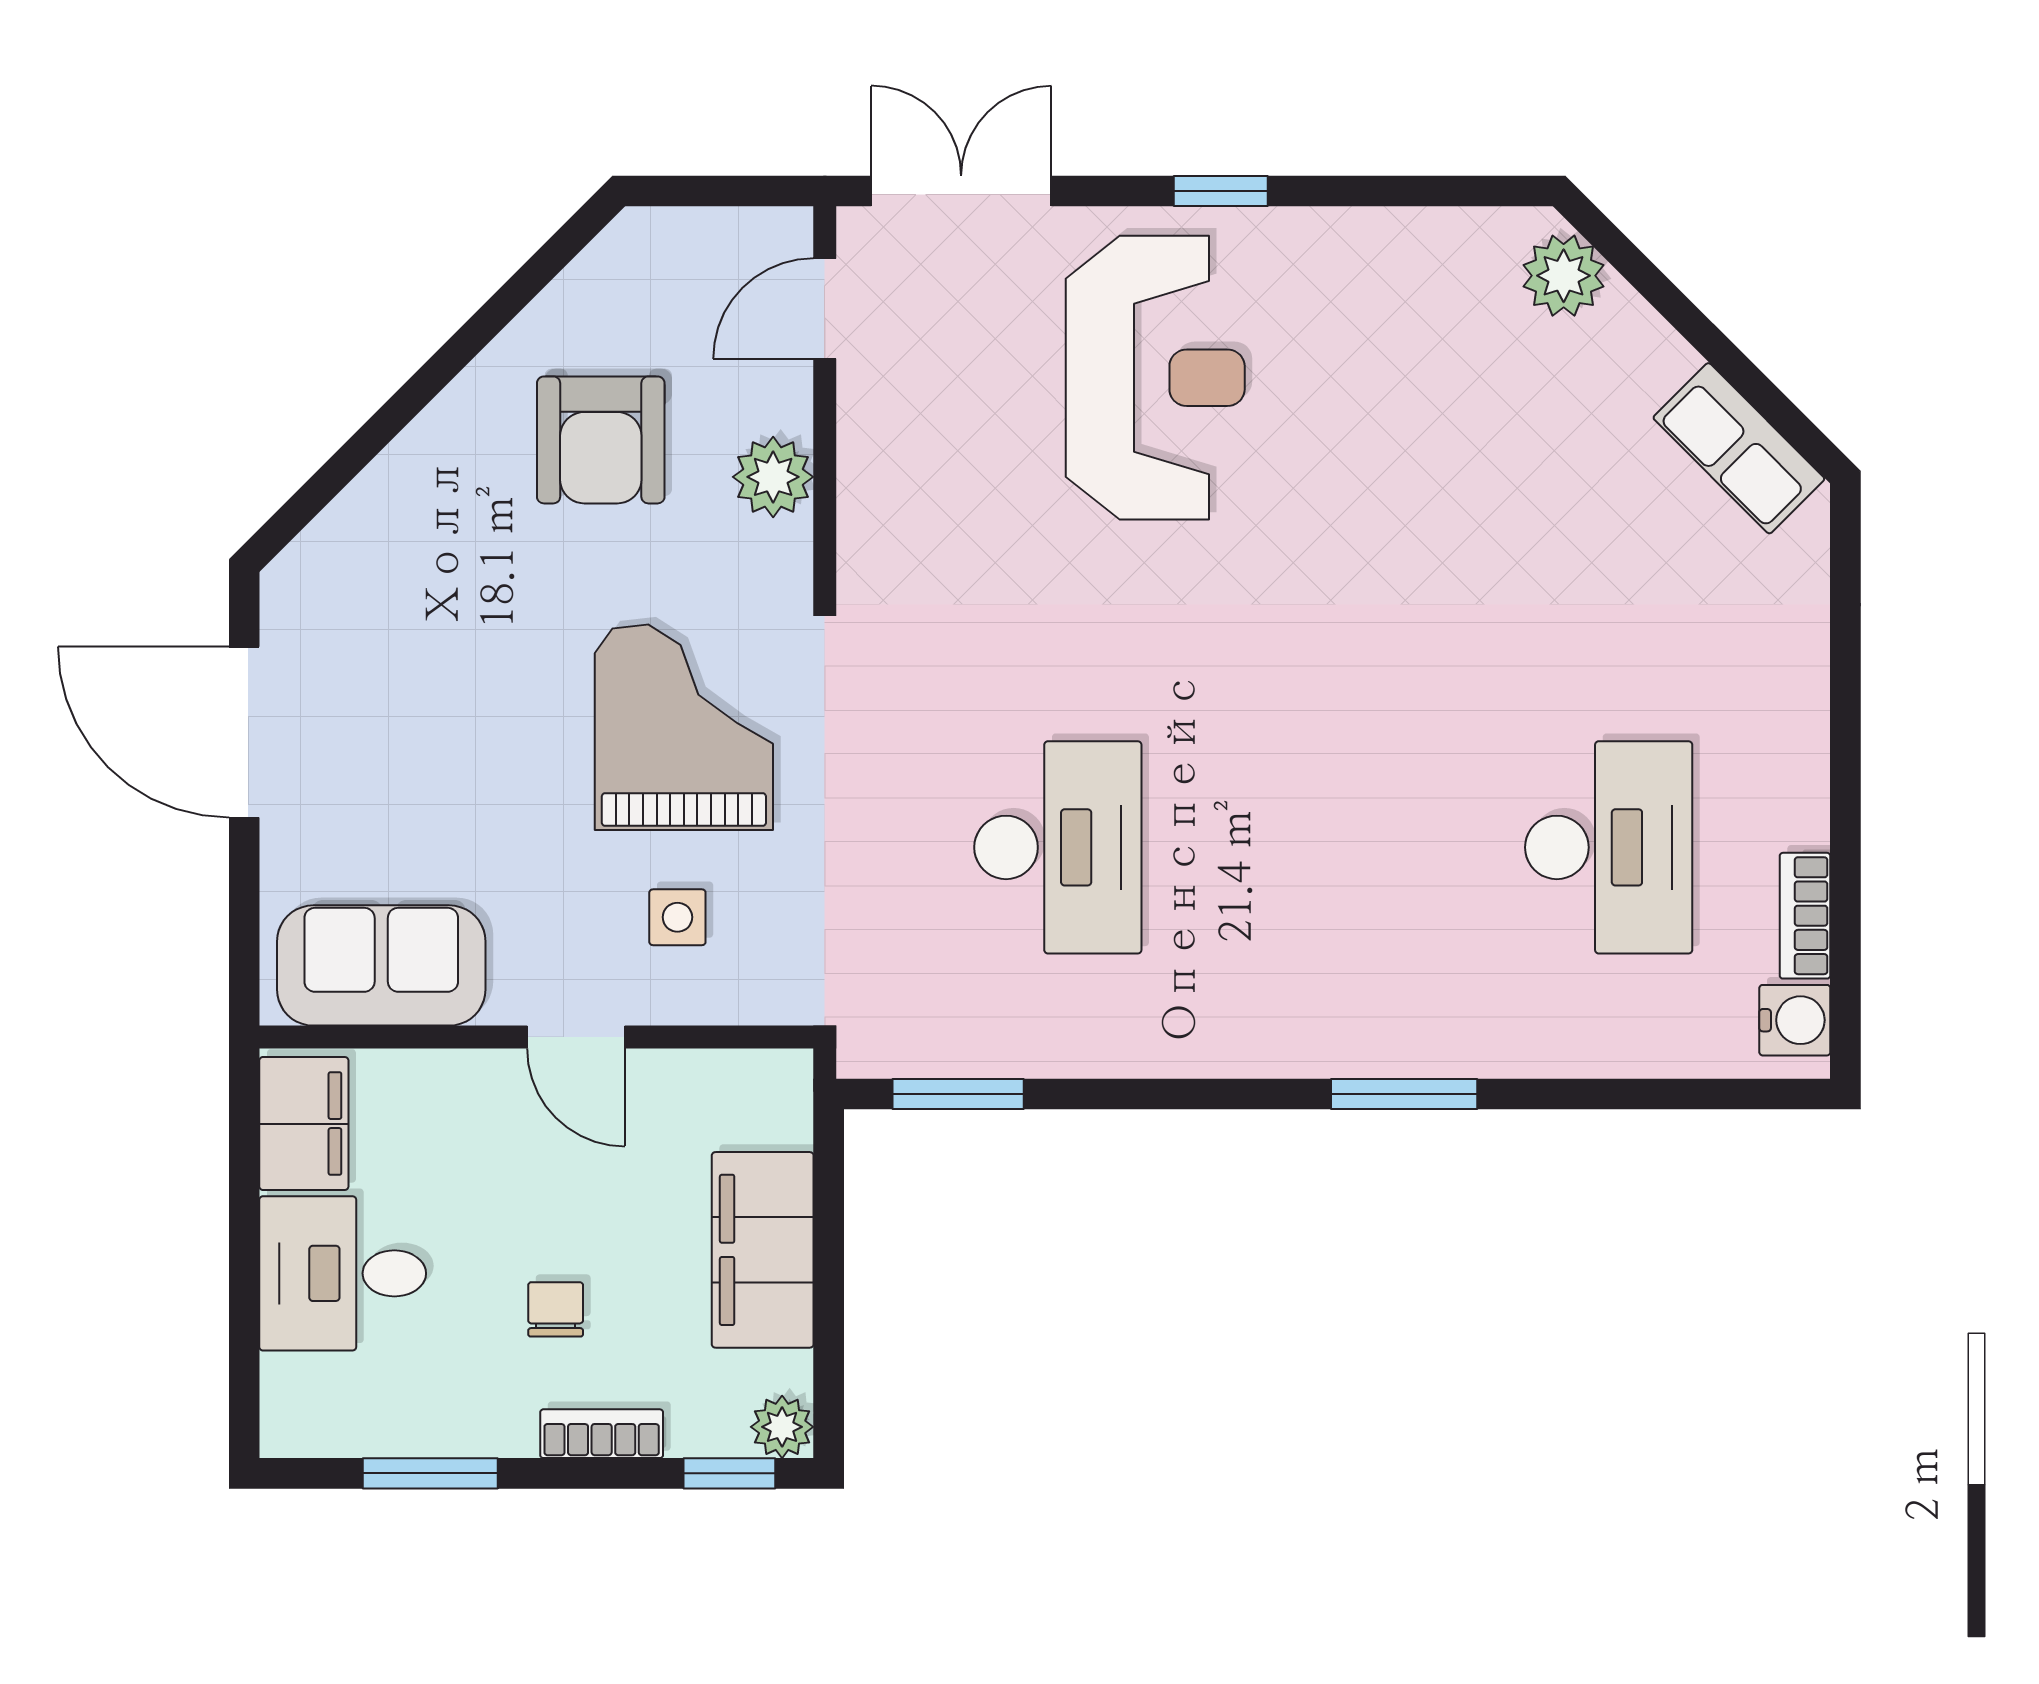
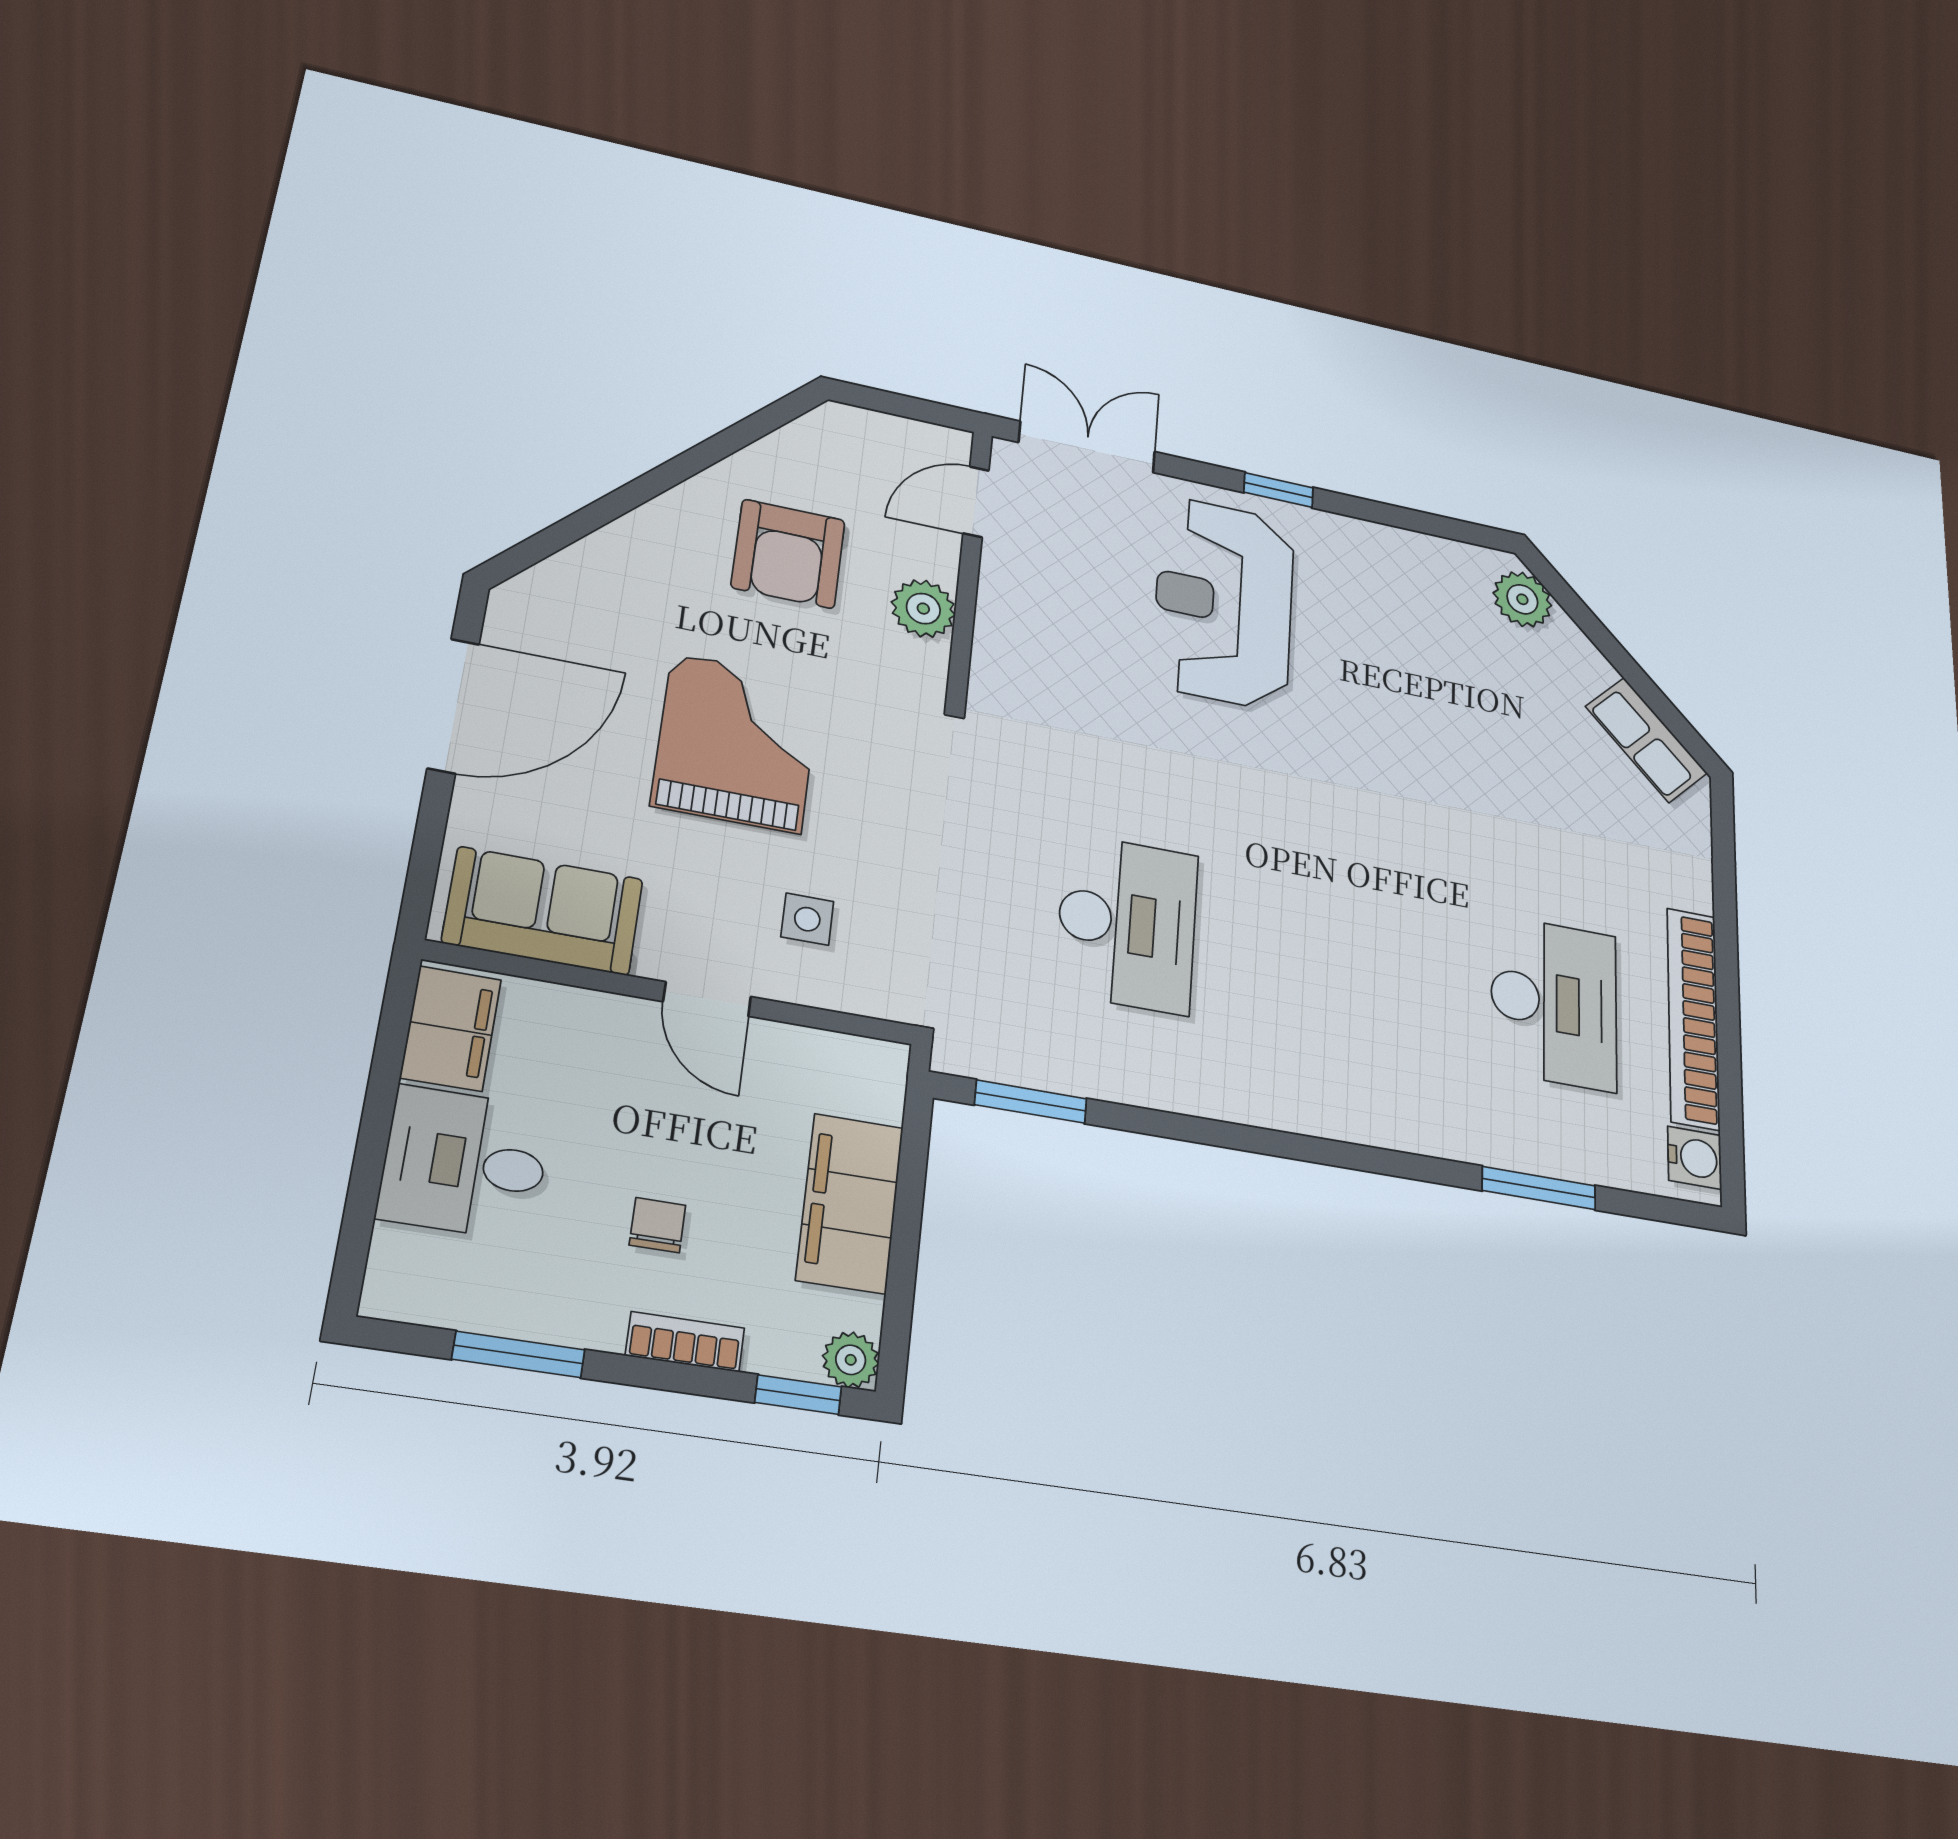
reception desk: (1155, 378) -> (1224, 603), turned 180
grand piano: (684, 727) -> (736, 743), moved
door: (244, 732) -> (453, 706), swing flipped
bookcase: (1805, 916) -> (1693, 1018), width x2.31, depth x1.31
window: (1404, 1094) -> (1539, 1188), moved

